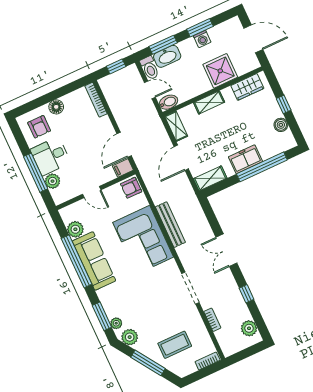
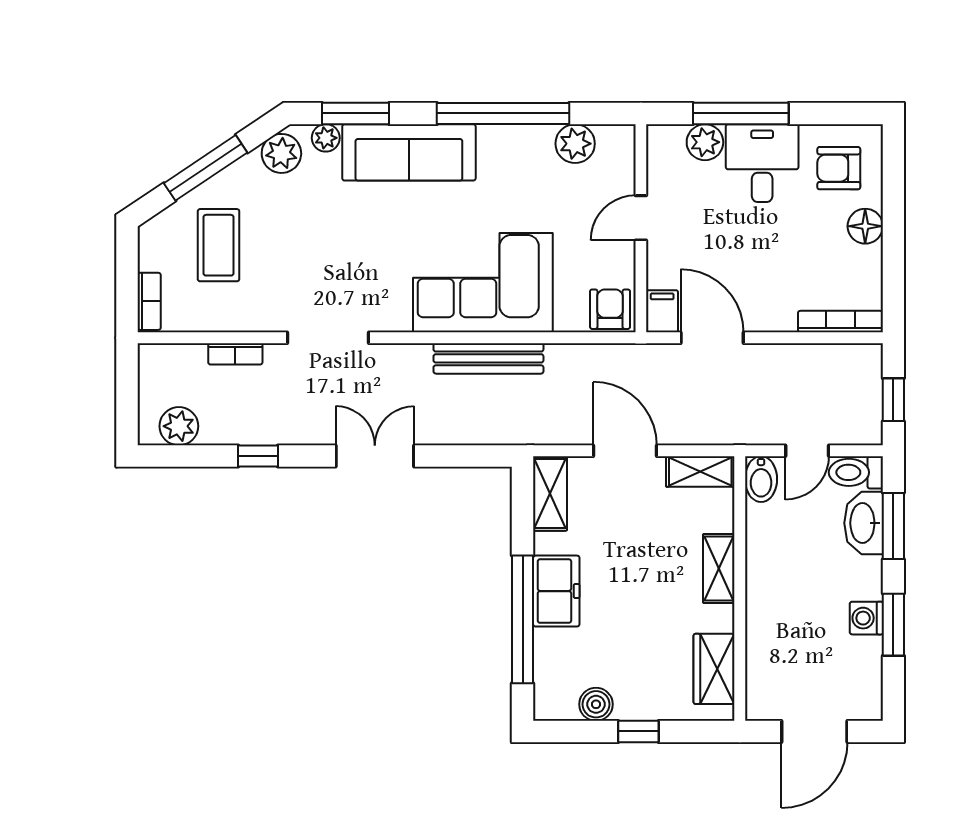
shower: (220, 71) -> (777, 626), removed
sofa: (94, 261) -> (409, 152), moved

